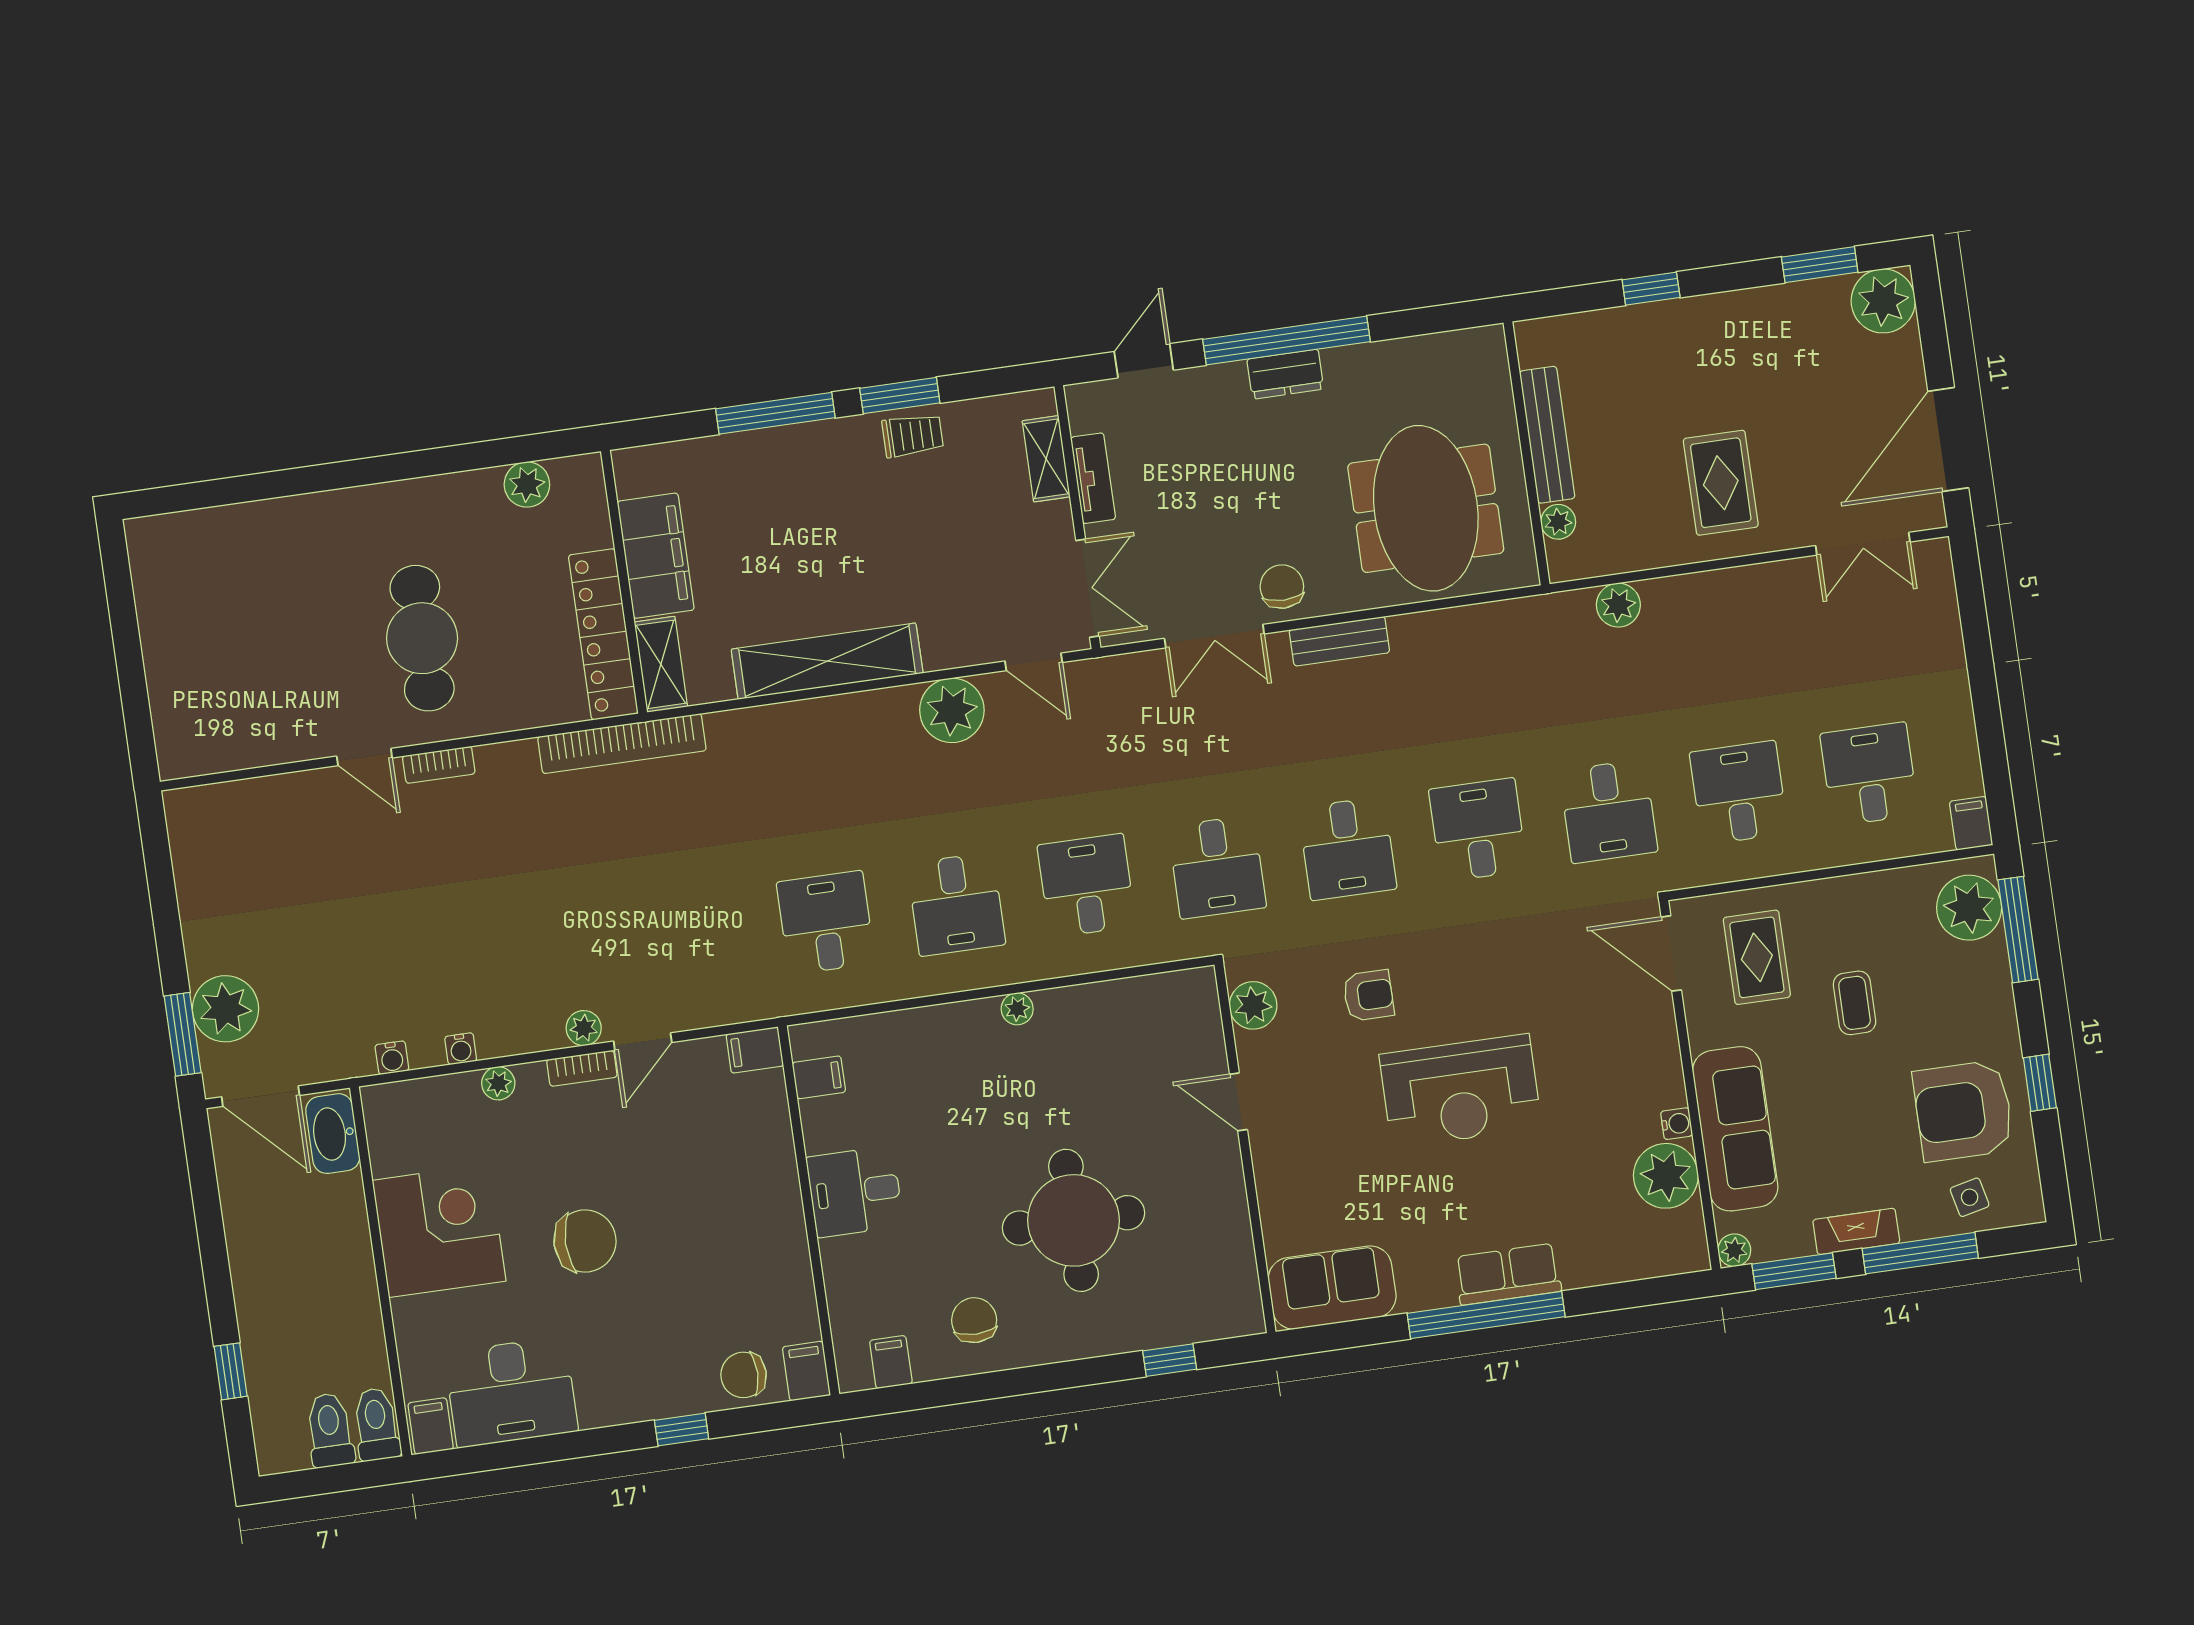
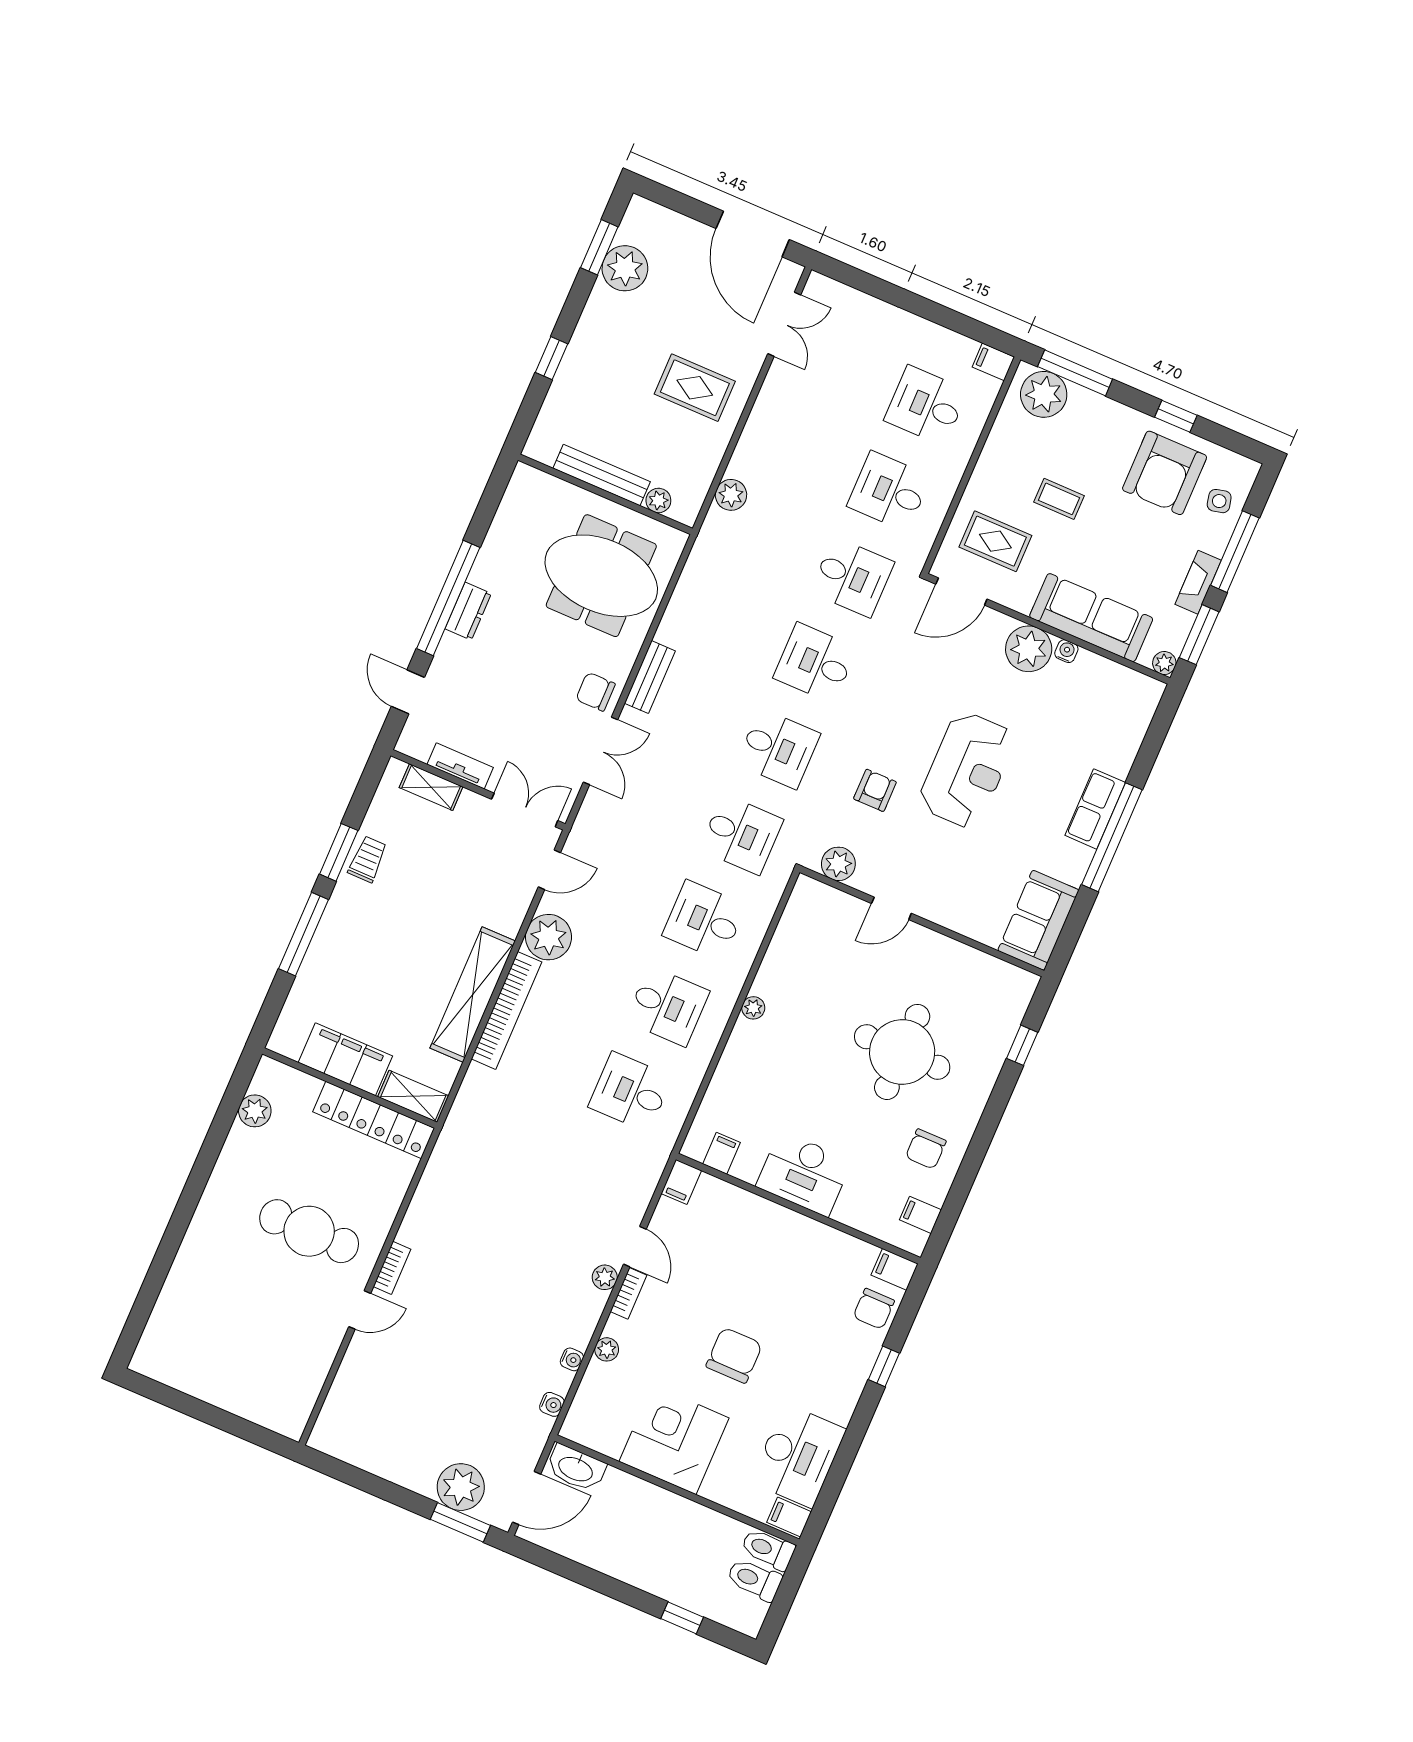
plant: (1883, 301) -> (625, 268), moved
bookcase: (622, 744) -> (507, 1010), moved
plant: (1666, 1176) -> (1029, 649), moved
desk: (855, 1192) -> (804, 1174), width x1.37
chair: (974, 1320) -> (926, 1149), turned -90

